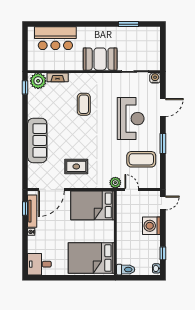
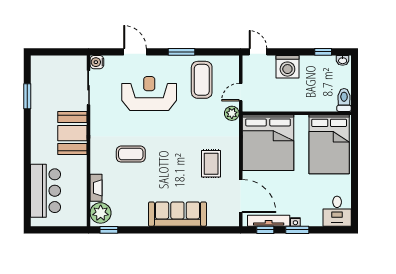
bed: (93, 205) -> (268, 143), width x1.36
window: (25, 233) -> (297, 230), added

